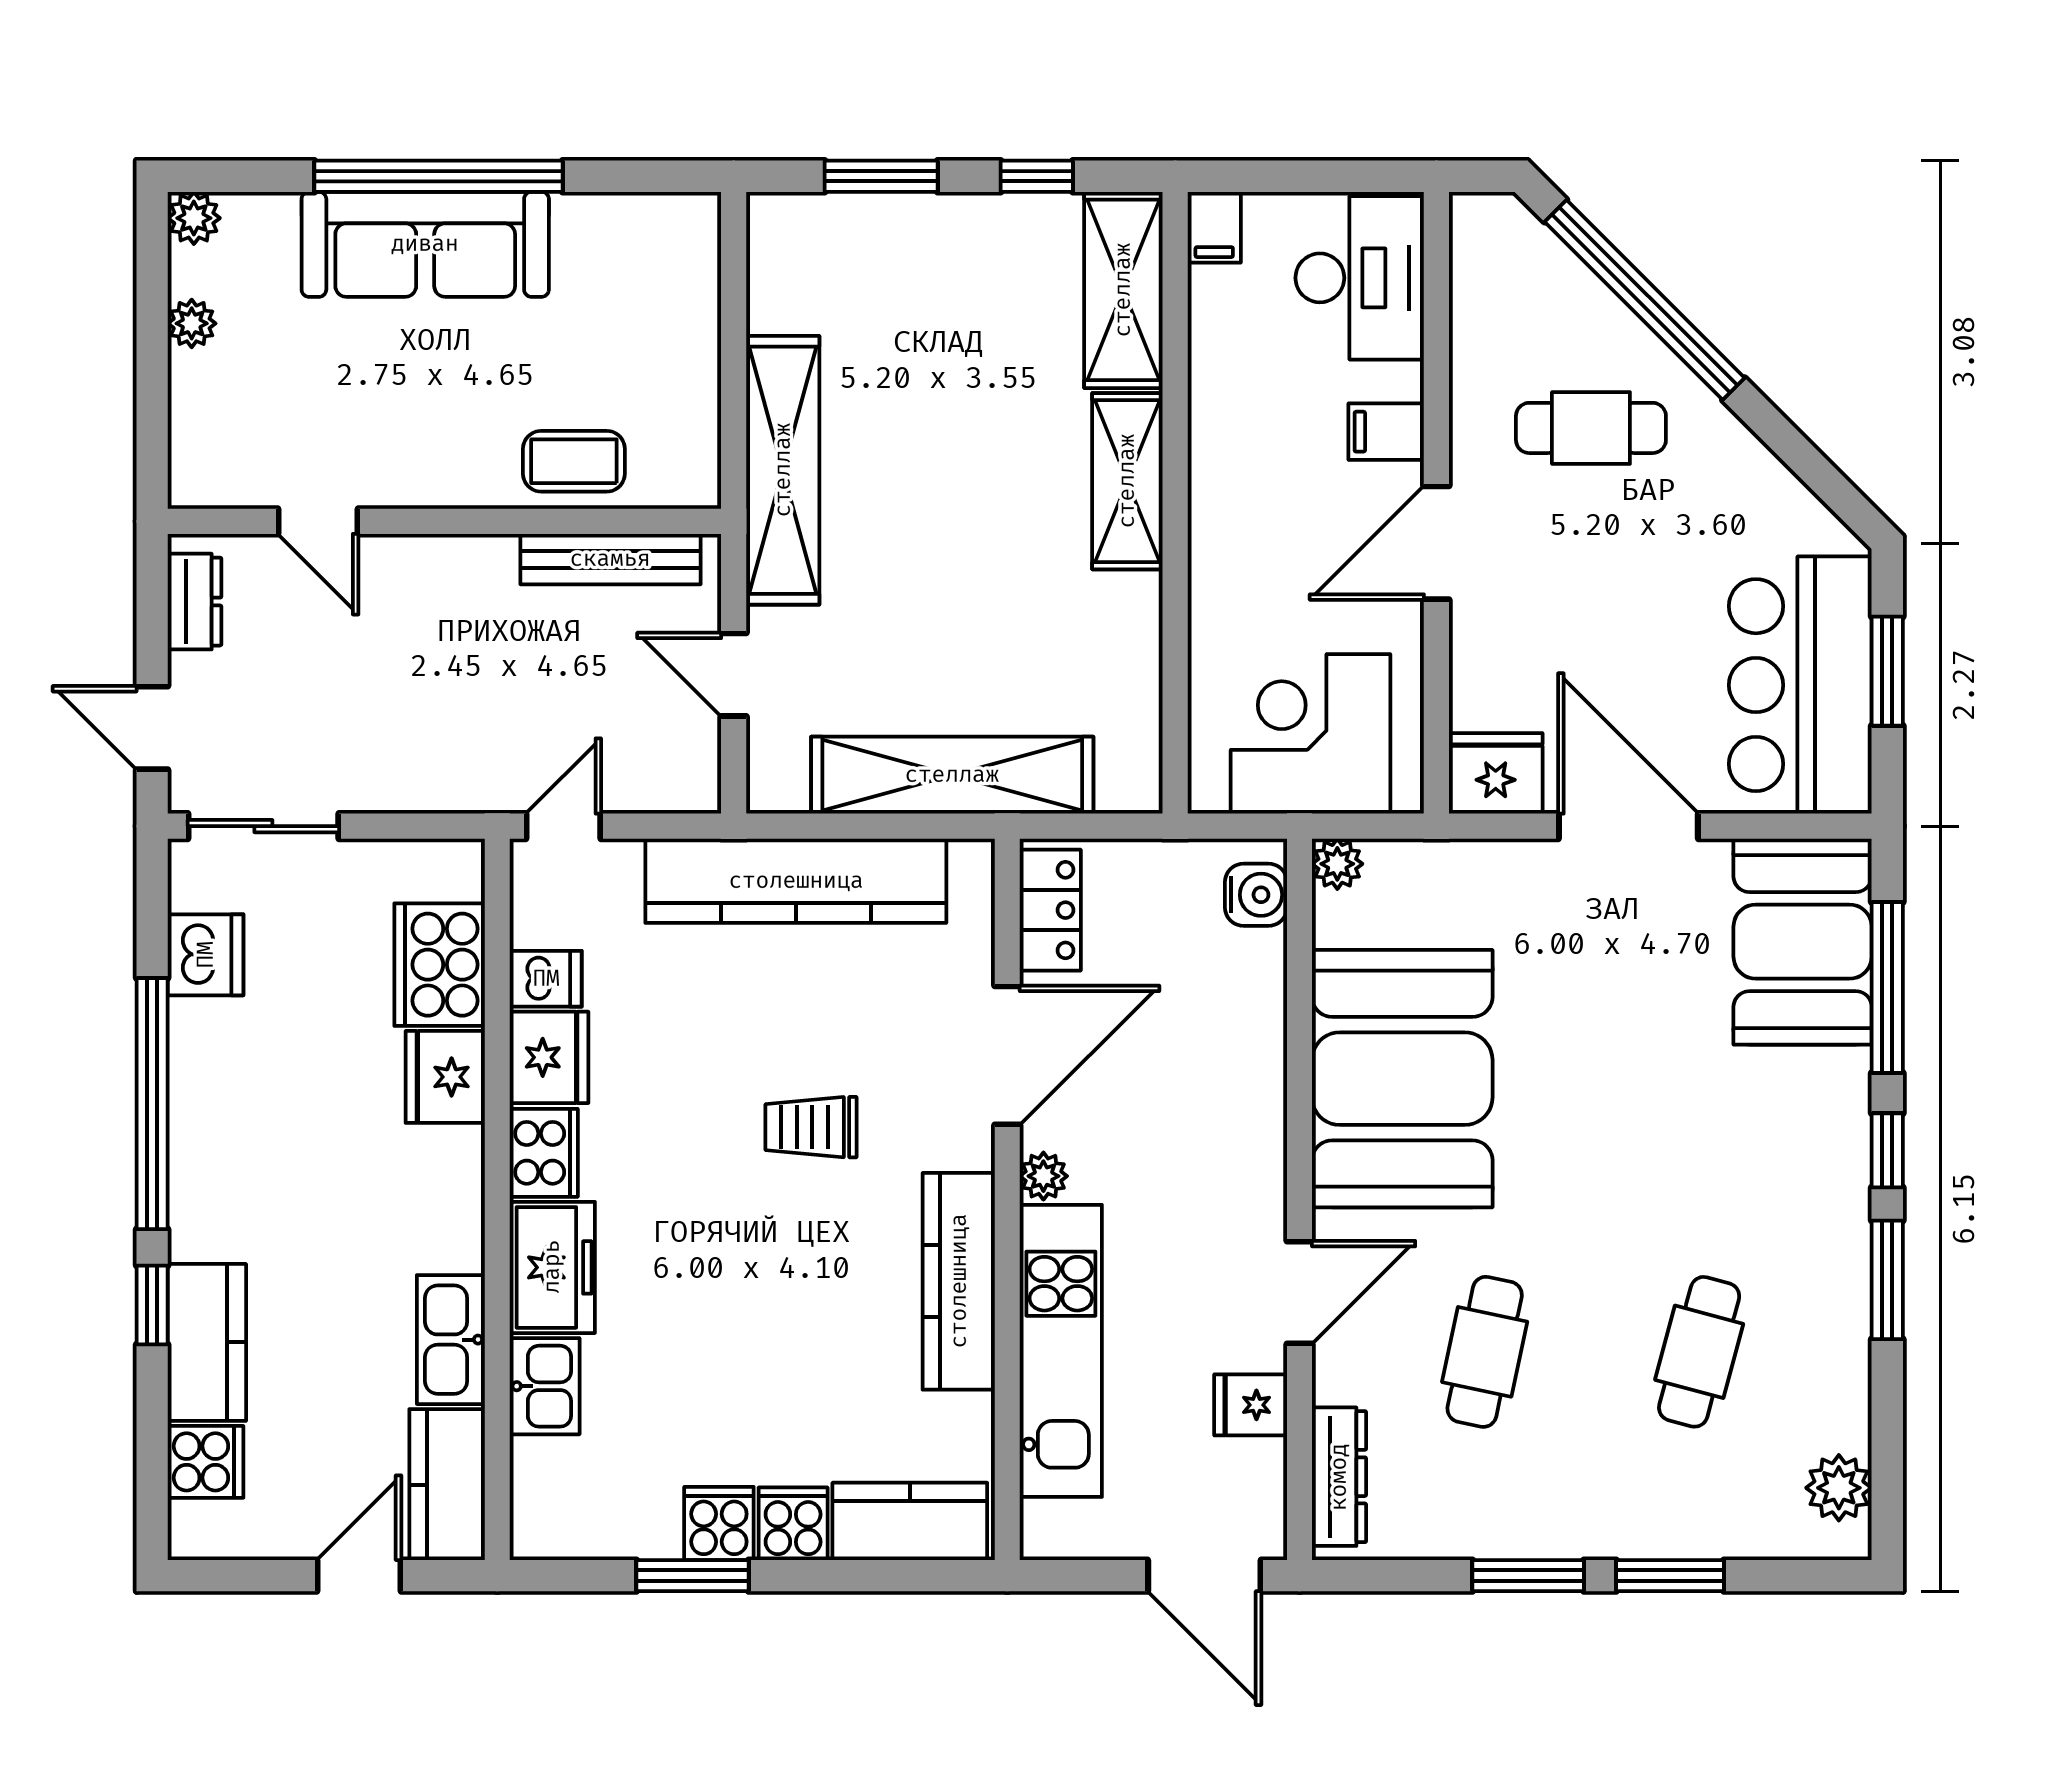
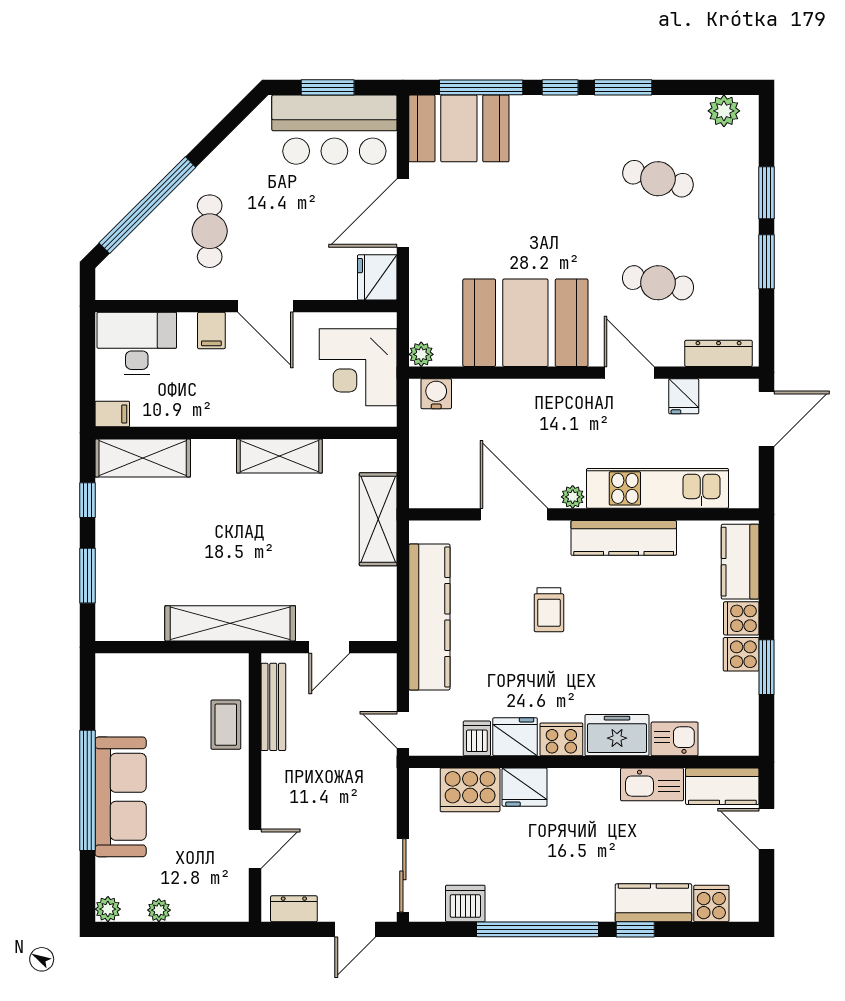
shelving: (1127, 481) -> (279, 456), moved
shelving: (952, 775) -> (378, 519), width x0.68
locker: (1050, 910) -> (444, 494), removed

